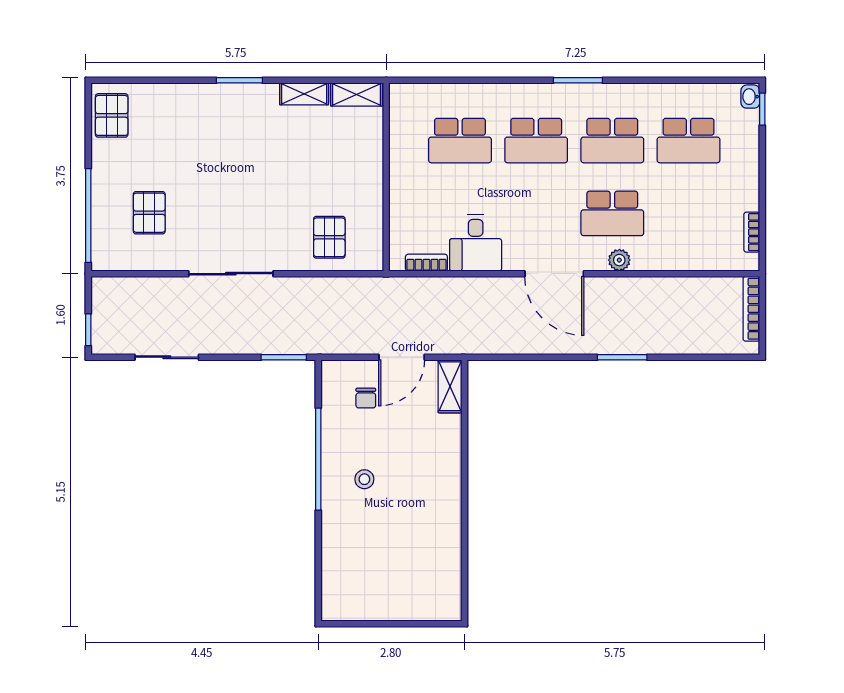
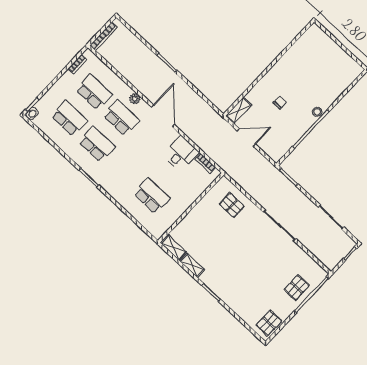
school desk: (536, 141) -> (94, 92), moved
pallet: (149, 213) -> (297, 288), moved
pallet: (329, 237) -> (232, 205), turned 90
chair: (366, 398) -> (280, 103), moved
stool: (364, 479) -> (317, 112), moved

